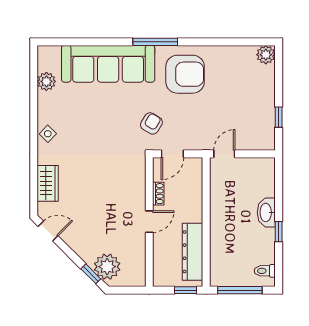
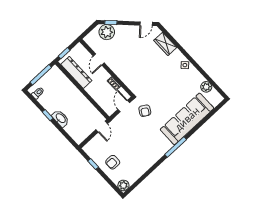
armchair: (185, 74) -> (113, 162), moved, width x0.53, depth x0.53
door: (149, 222) -> (99, 59), moved

